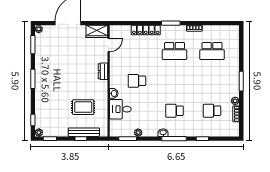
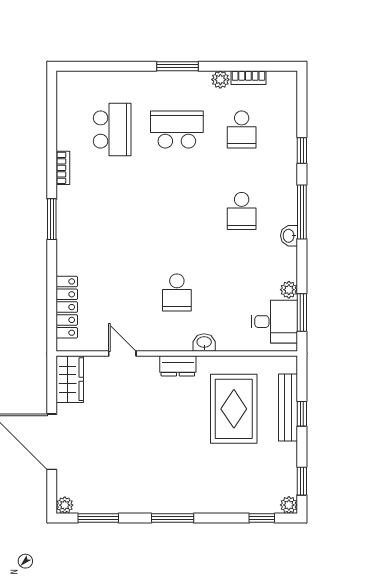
locker: (146, 30) -> (67, 307), moved
door: (109, 45) -> (122, 354), moved
school desk: (174, 51) -> (177, 130), moved, turned -90
dresser: (103, 71) -> (178, 366), moved
rug: (83, 107) -> (234, 409), width x1.36, depth x1.43
desk: (120, 109) -> (274, 322), moved, turned -90

